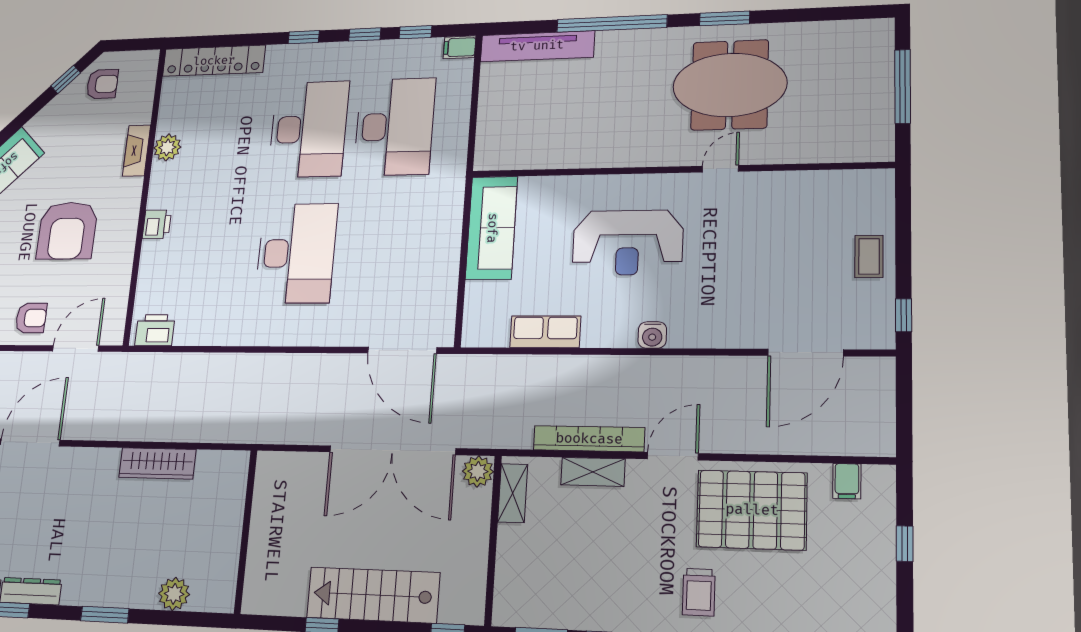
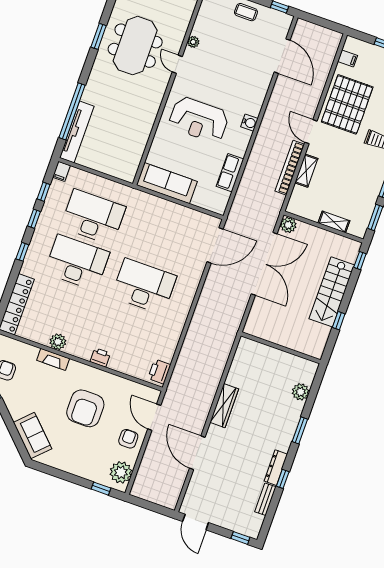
window: (612, 23) -> (72, 111), moved
plant: (774, 182) -> (193, 42), added
armchair: (67, 231) -> (85, 408), turned 90
reception desk: (628, 243) -> (199, 120), turned 90
wardrobe: (157, 463) -> (224, 406), moved
shelving: (513, 493) -> (334, 222), moved

